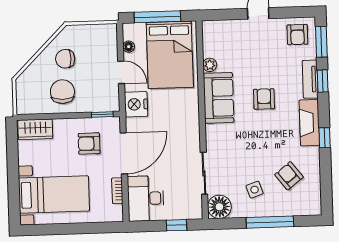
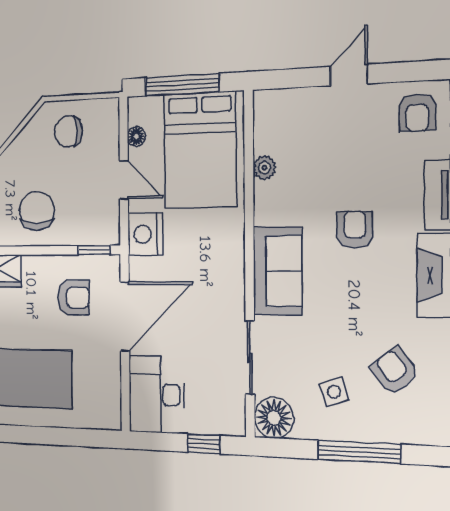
chair: (65, 59) -> (69, 131), moved
sofa: (219, 98) -> (278, 271), moved
armchair: (89, 144) -> (73, 298), turned 180
bookcase: (117, 191) -> (114, 378), removed

